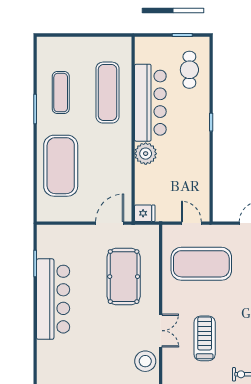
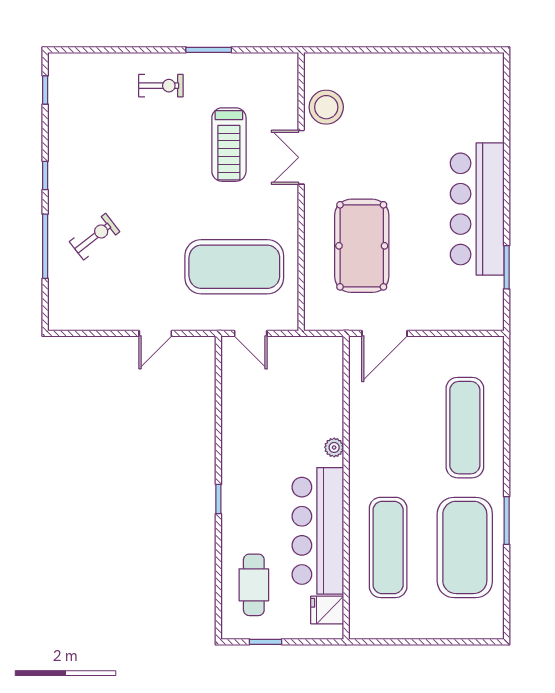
exercise mat: (61, 93) -> (465, 547), width x2.00, depth x1.45
plant: (146, 154) -> (334, 447), width x0.53, depth x0.53
exercise mat: (61, 166) -> (465, 428), width x0.68
fridge: (145, 213) -> (327, 610), moved

